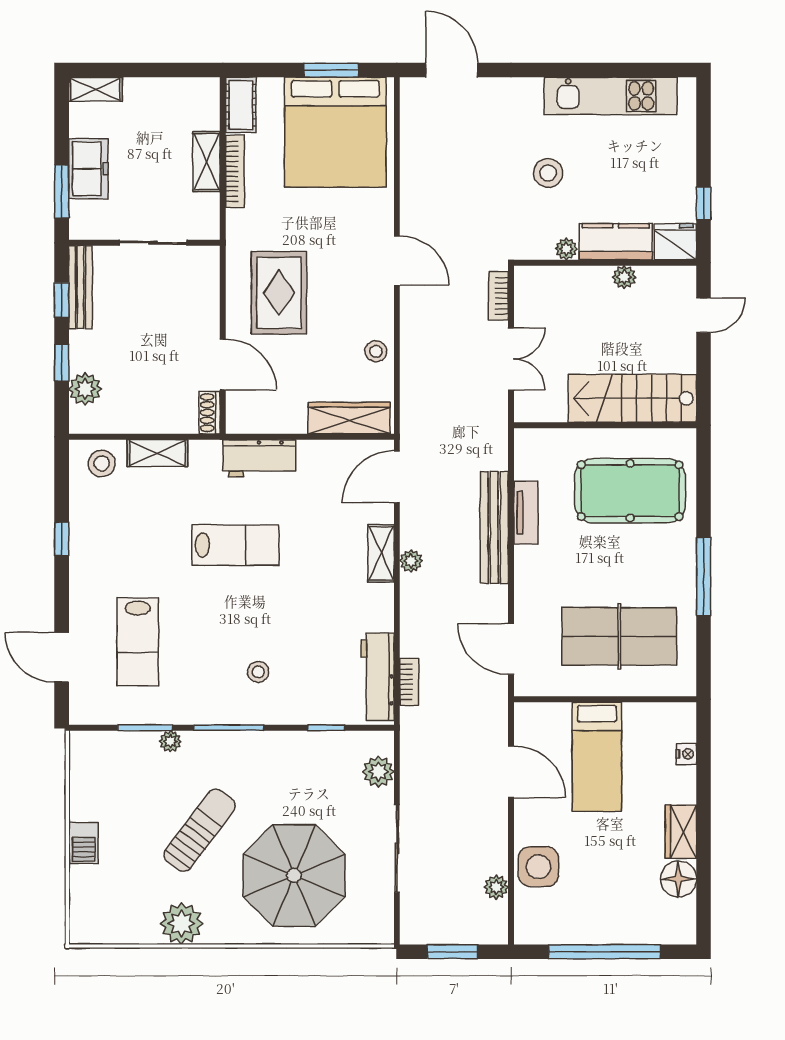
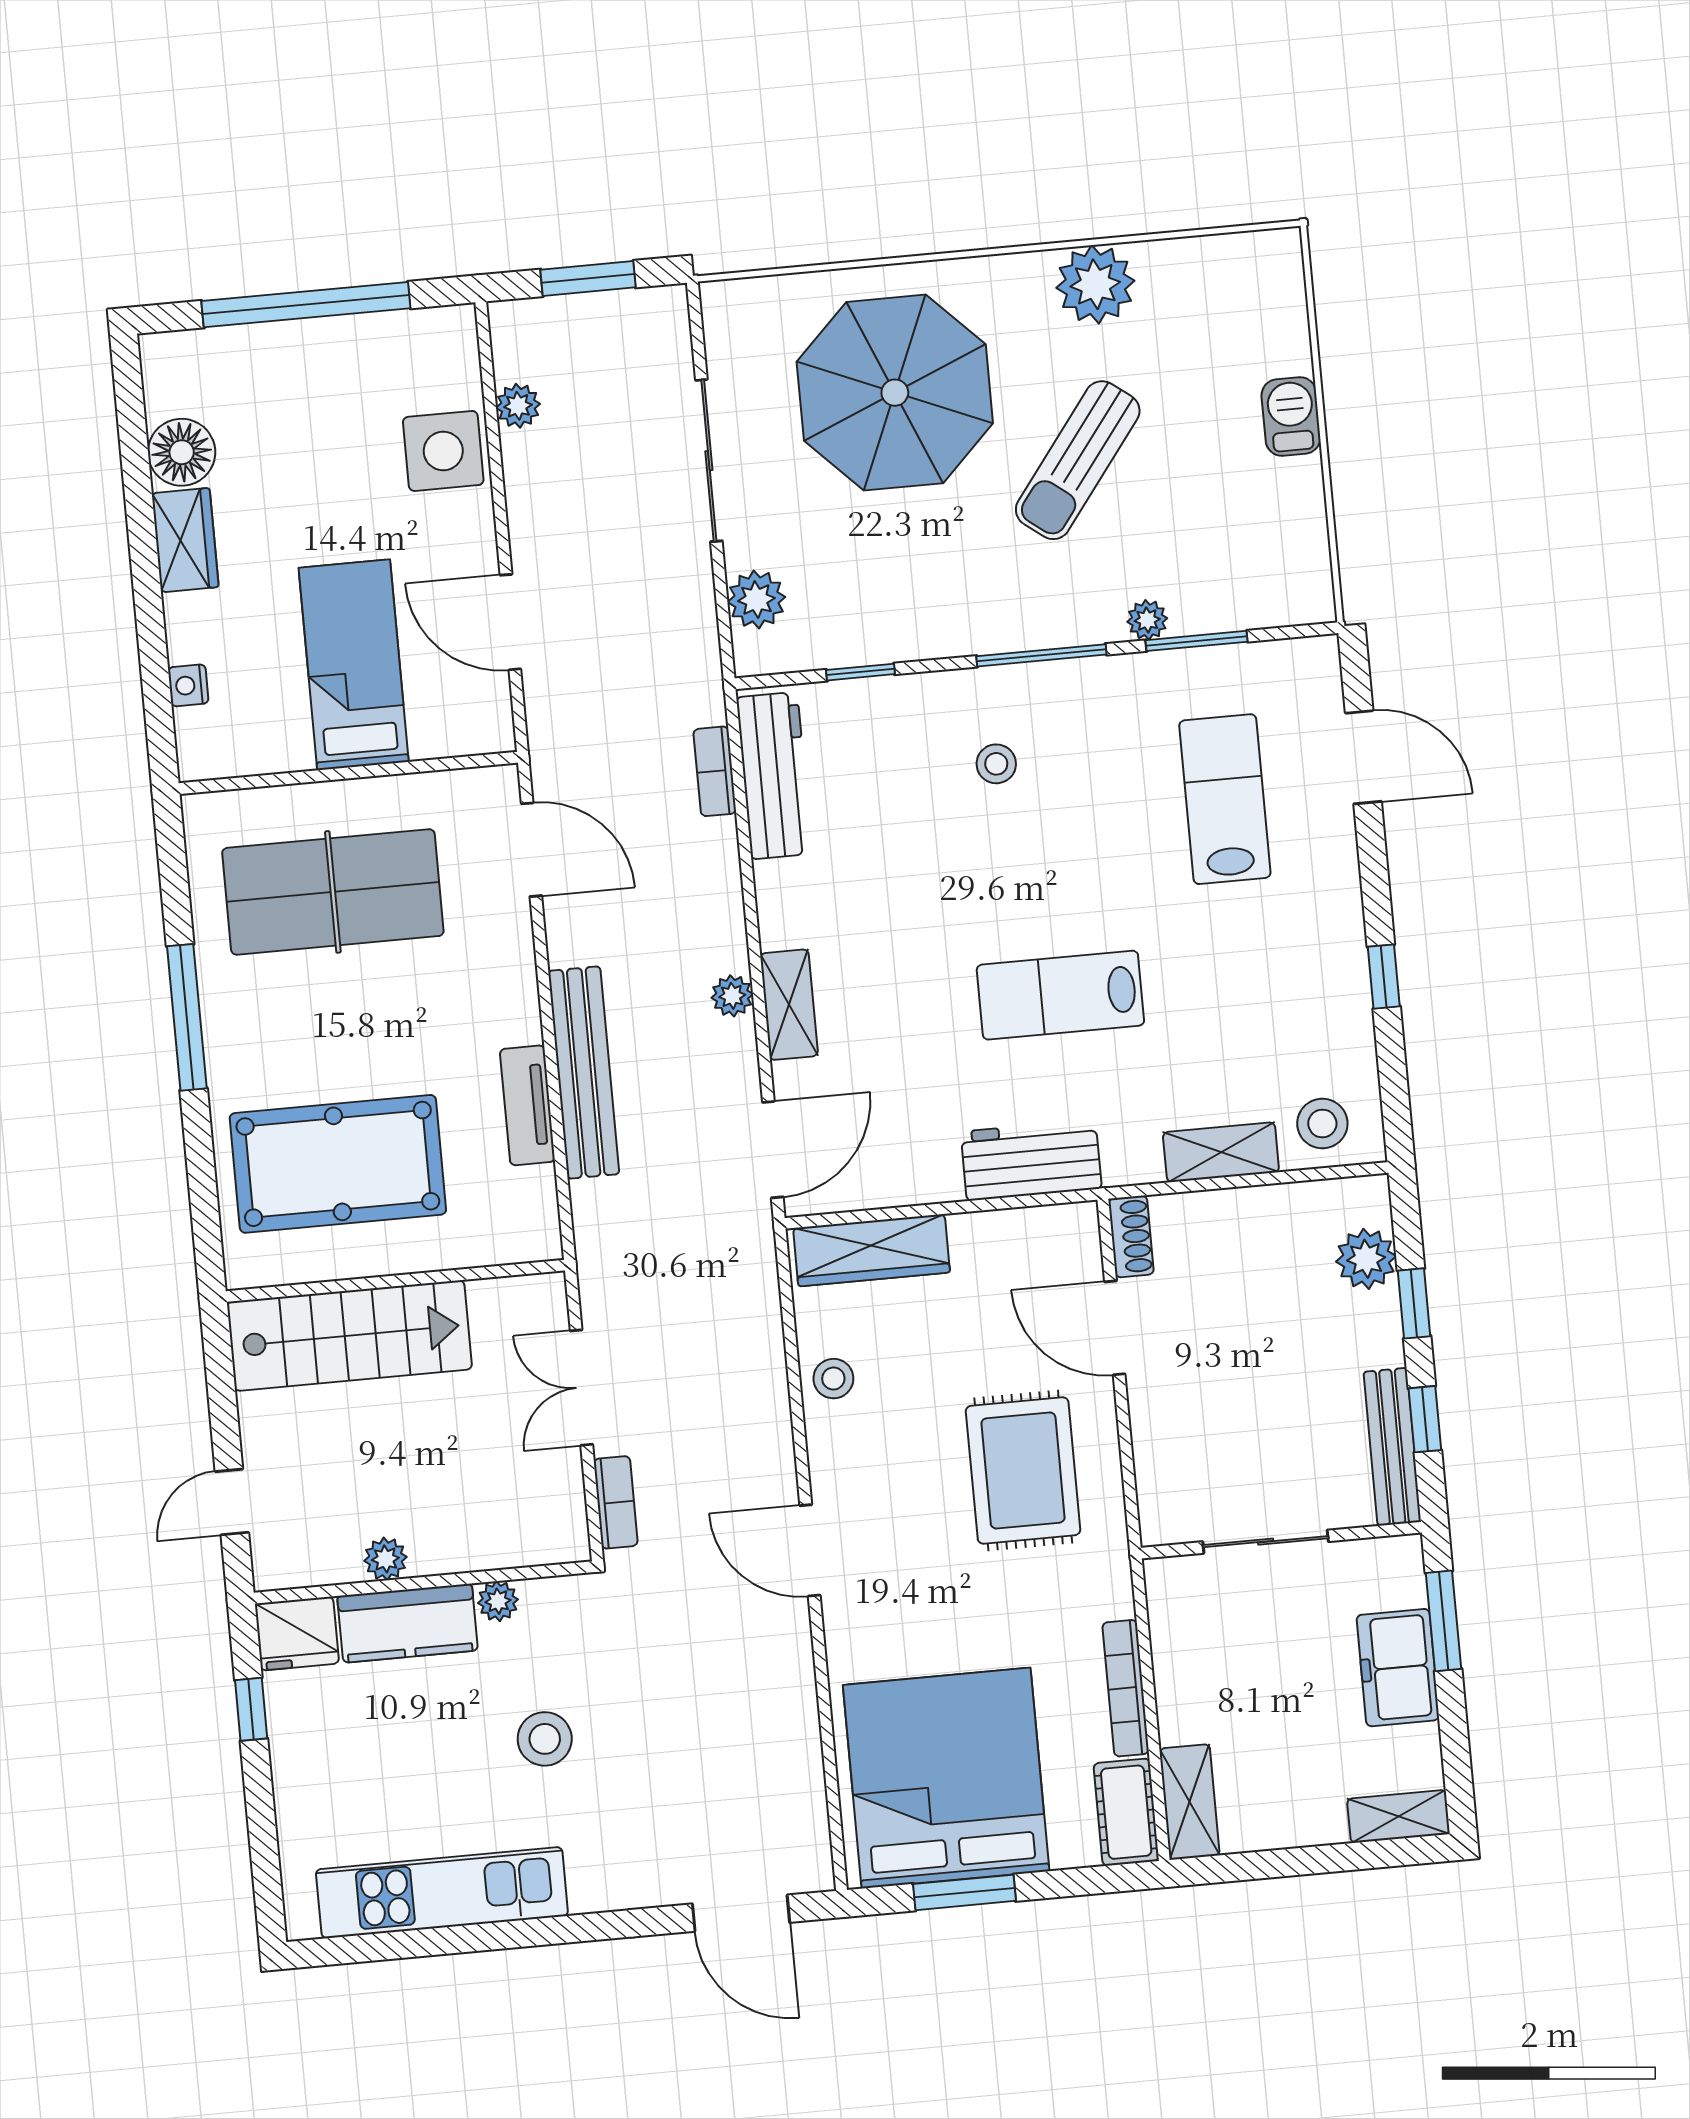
shelving: (206, 162) -> (1189, 1802), moved

